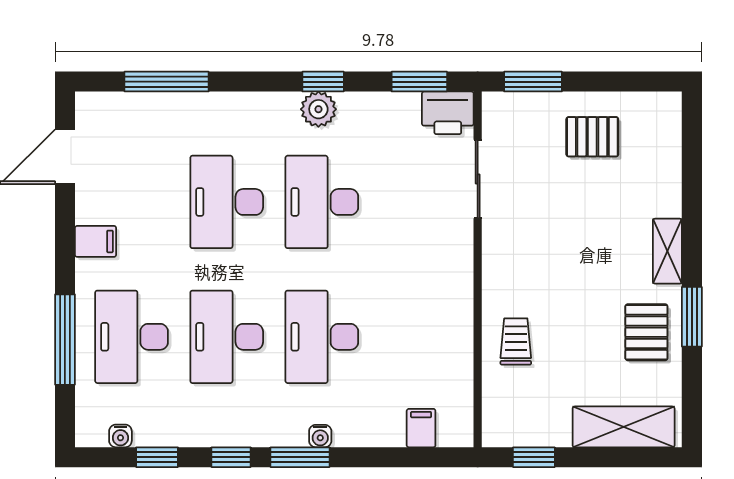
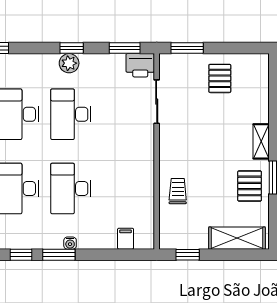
pallet: (592, 137) -> (220, 78), turned 90

